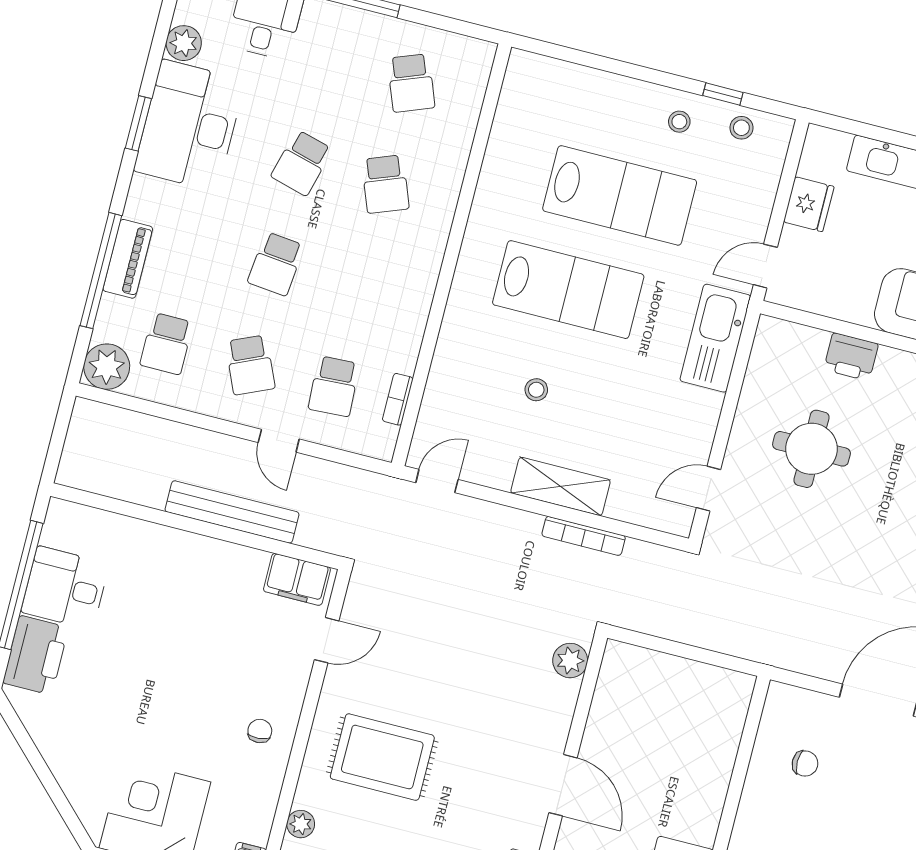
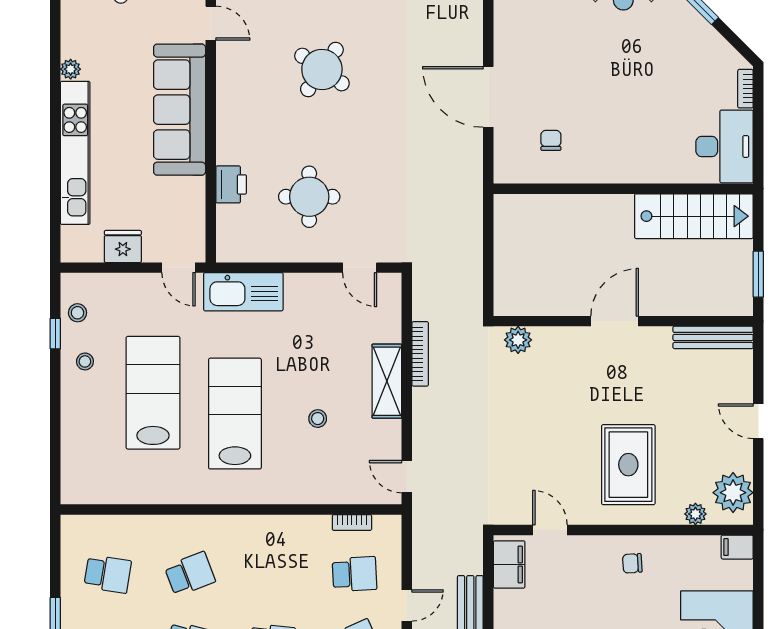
school desk: (411, 83) -> (108, 574), turned 30

